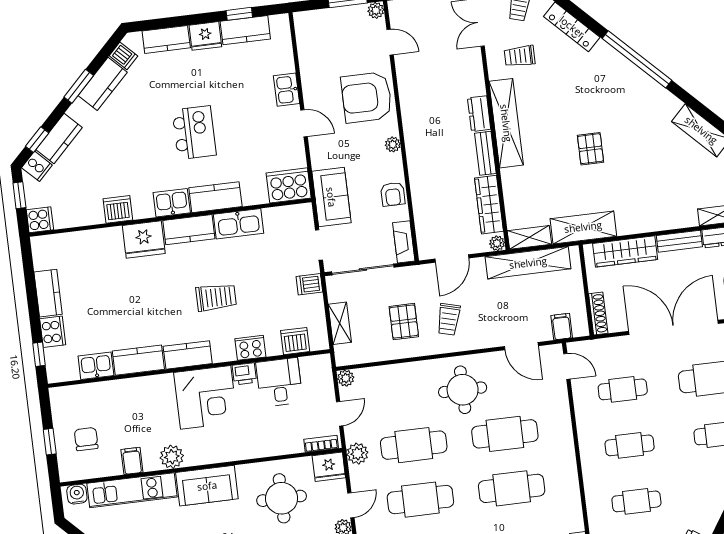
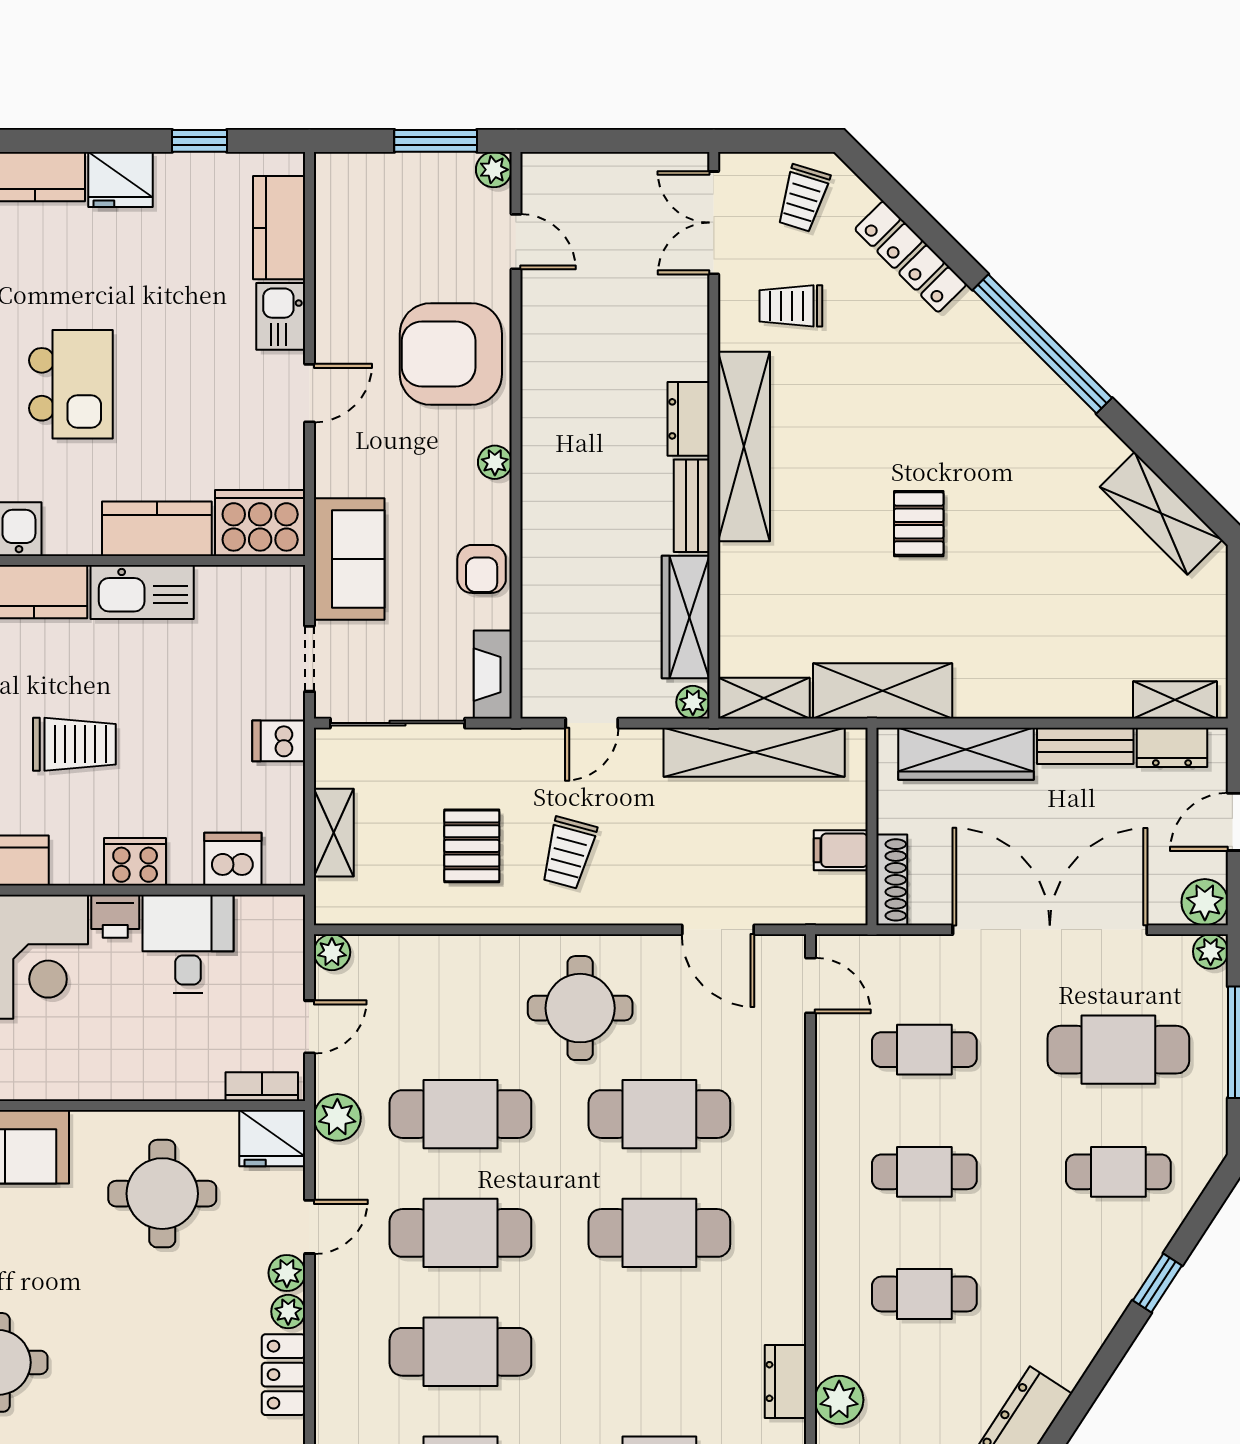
kitchen counter: (245, 30) -> (279, 228), moved, turned 90
door: (304, 123) -> (309, 393), hinge flipped
kitchen counter: (215, 197) -> (157, 529), moved
door: (452, 259) -> (592, 723), width x0.73
filing cabinet: (562, 327) -> (841, 850), moved, turned -90

